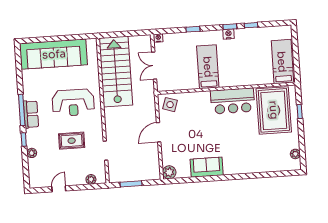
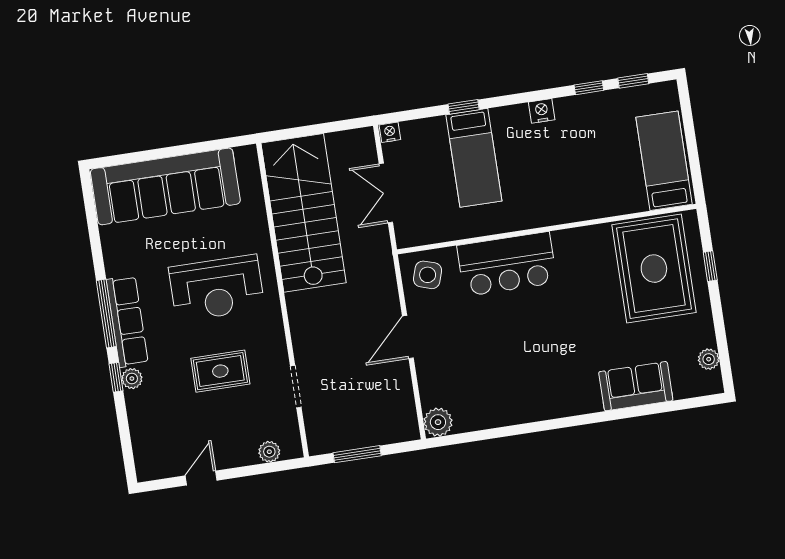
window: (230, 27) -> (633, 81), moved
bed: (208, 67) -> (474, 158), moved, turned 180
bar counter: (233, 101) -> (507, 264), moved
row of seats: (31, 114) -> (127, 321), width x1.48
plant: (32, 153) -> (132, 379), moved
sofa: (207, 167) -> (636, 386), moved

